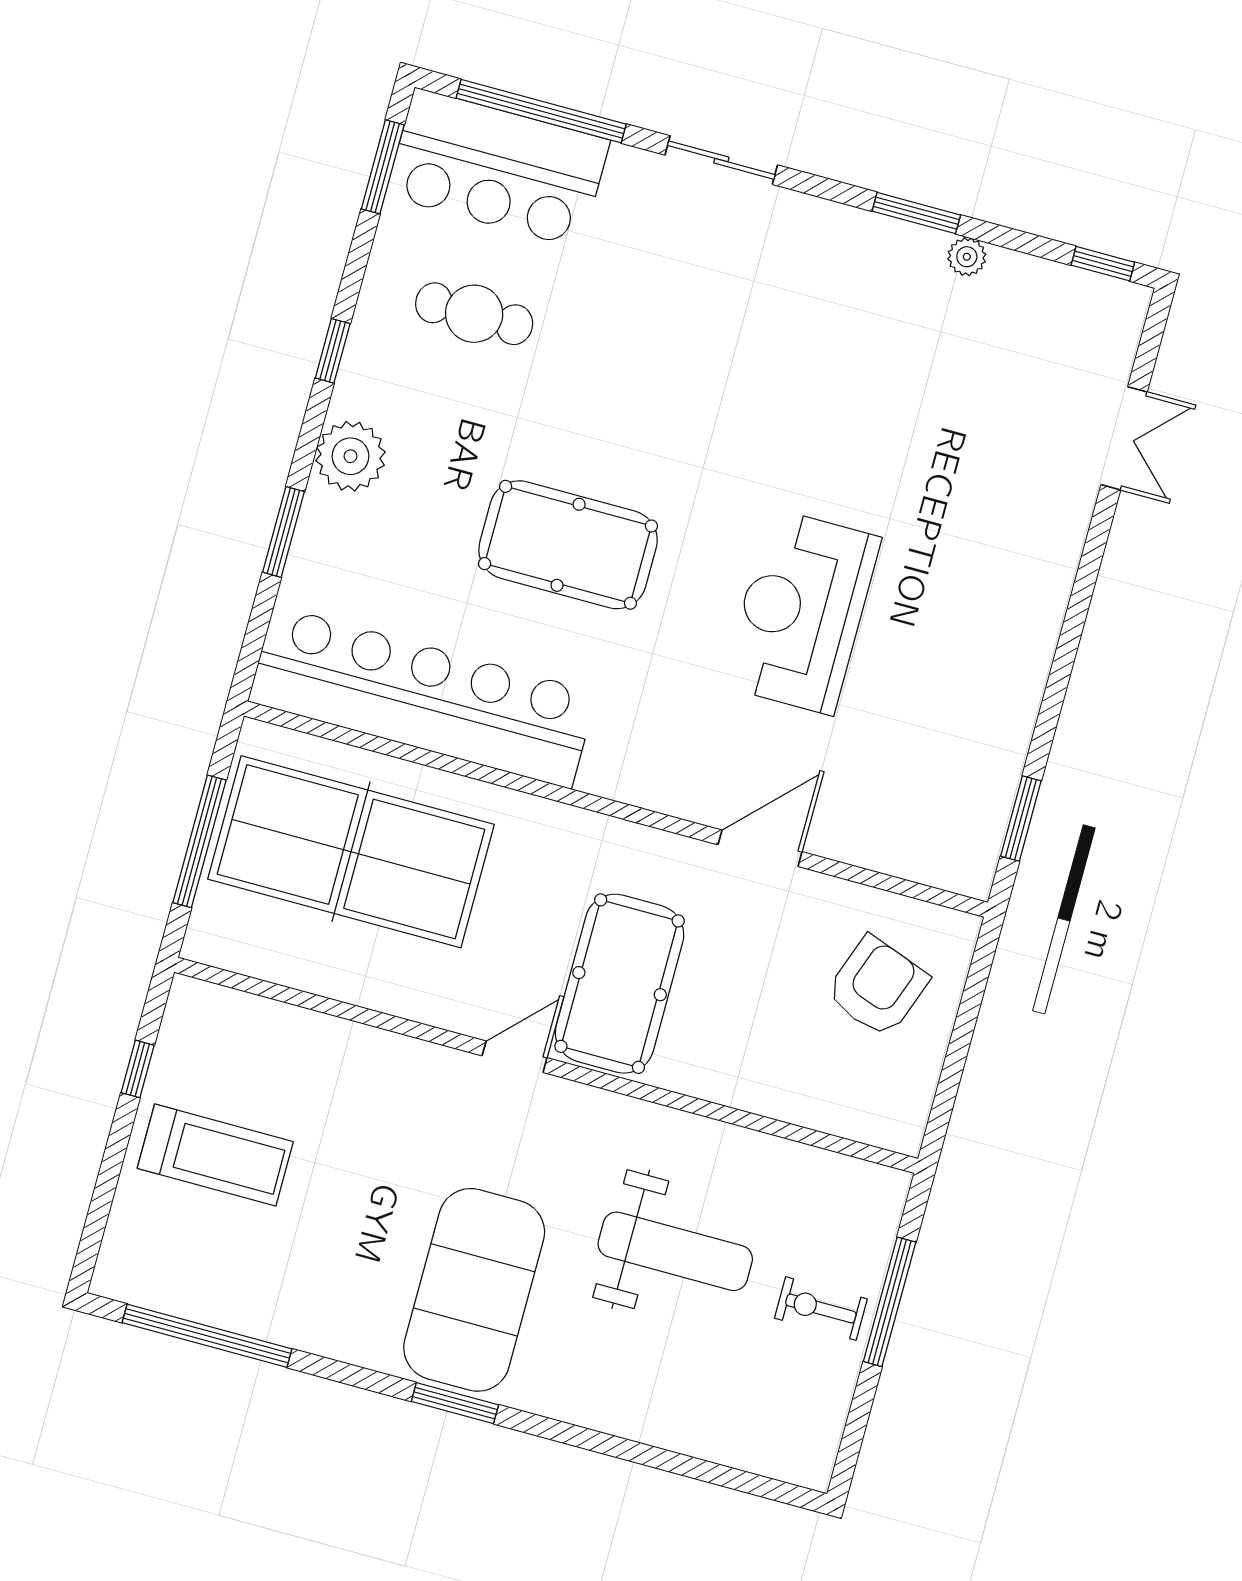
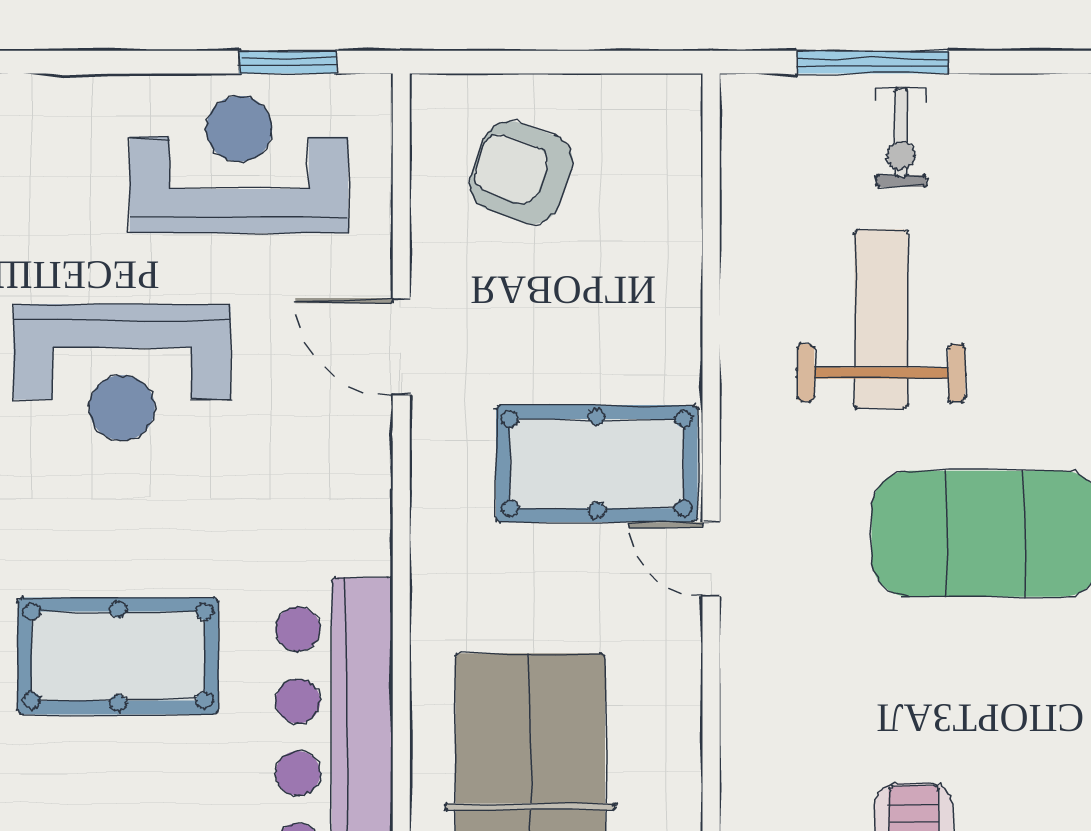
pool table: (568, 545) -> (118, 656), turned 90
reception desk: (947, 755) -> (239, 164), added

